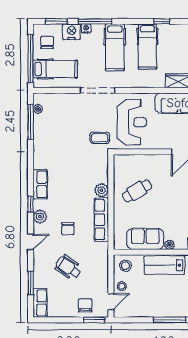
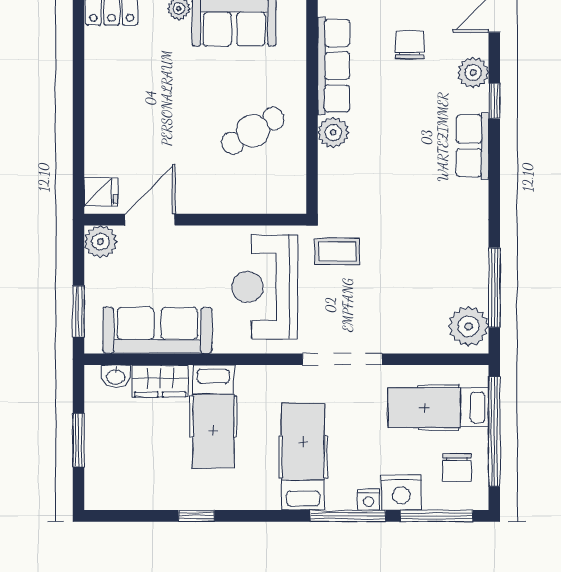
window: (56, 21) -> (437, 516), width x1.44
hospital bed: (147, 47) -> (213, 416), moved, turned 180
plant: (38, 109) -> (469, 326), width x1.88, depth x1.88

